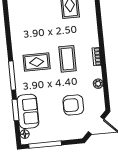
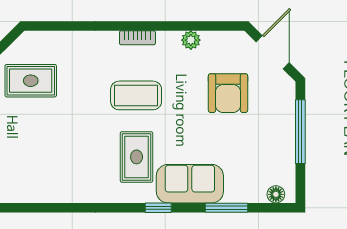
window: (12, 76) -> (158, 208), width x0.46
sofa: (28, 111) -> (190, 184), moved
window: (45, 145) -> (300, 132), moved

